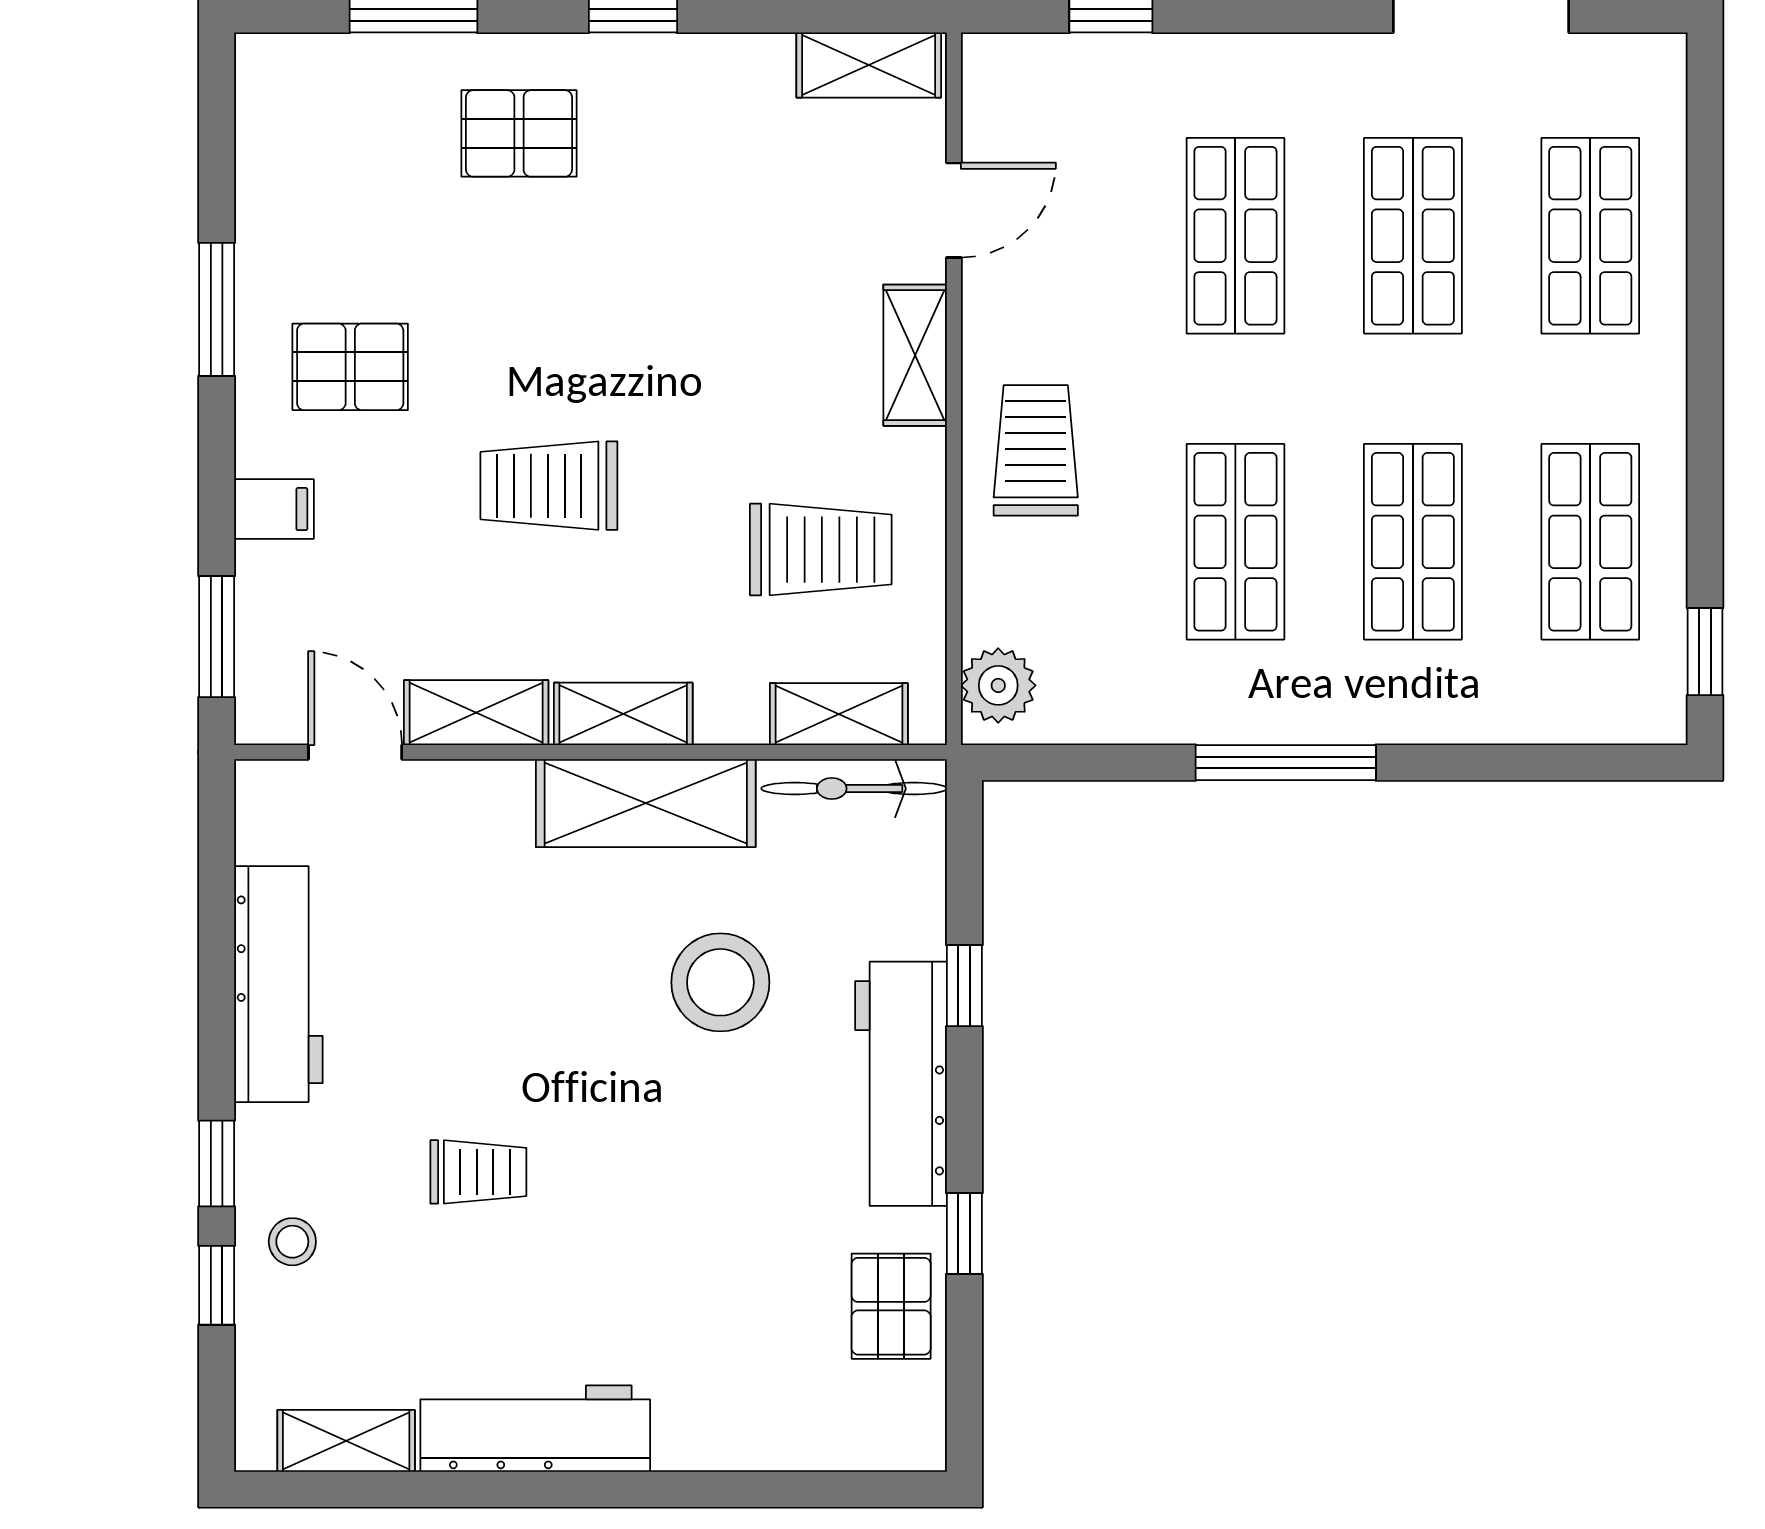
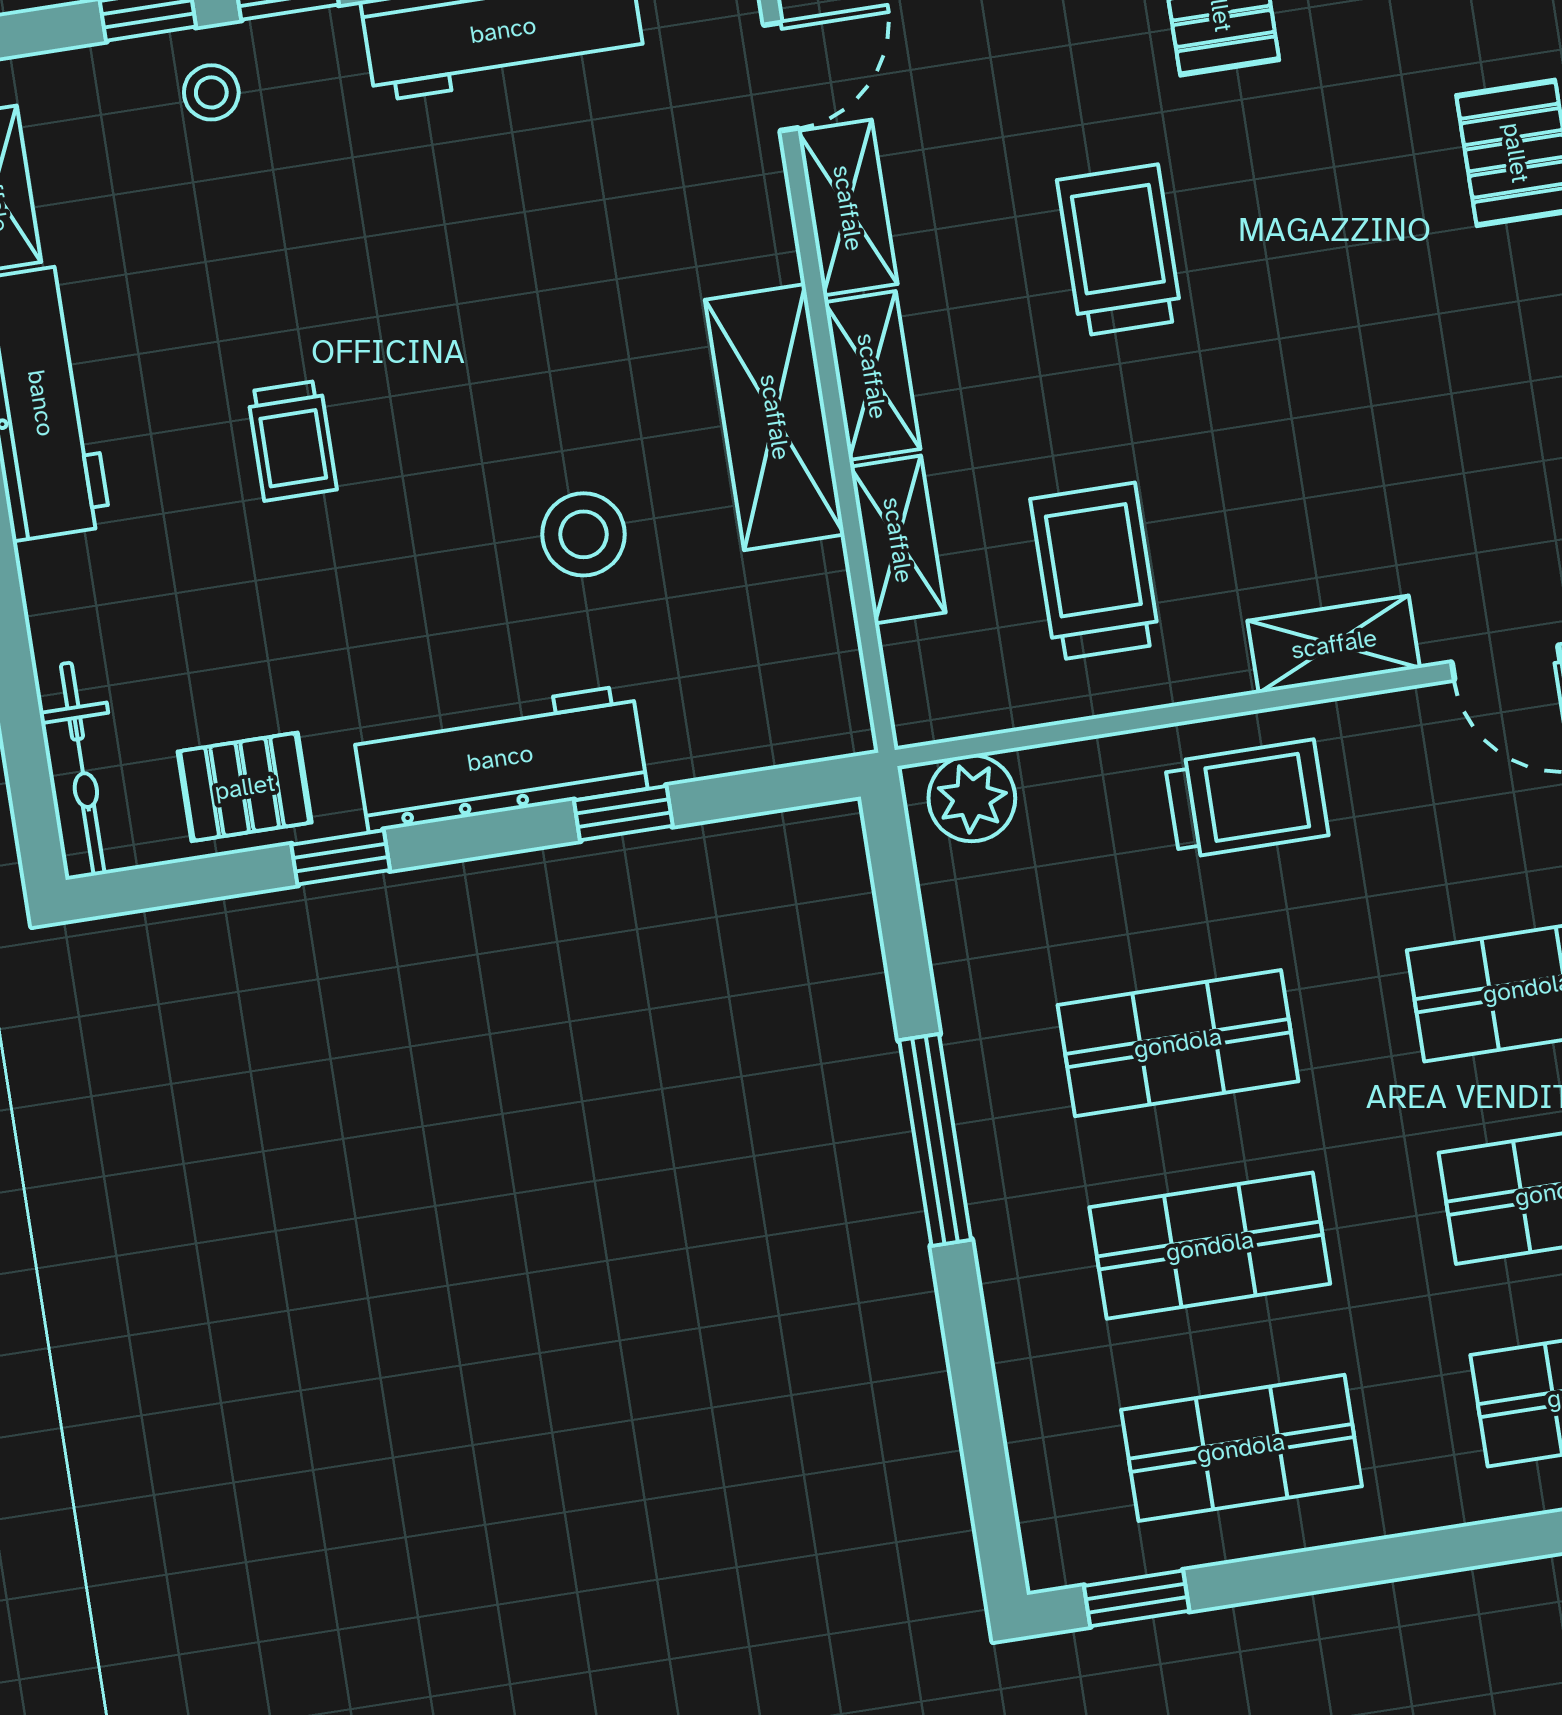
trolley: (821, 550) -> (1095, 572), turned 180
shelving: (839, 714) -> (898, 540), moved
bicycle: (854, 789) -> (83, 769), moved, turned 180
stool: (720, 982) -> (584, 534), width x0.73, depth x0.73
trolley: (478, 1172) -> (292, 441), moved

